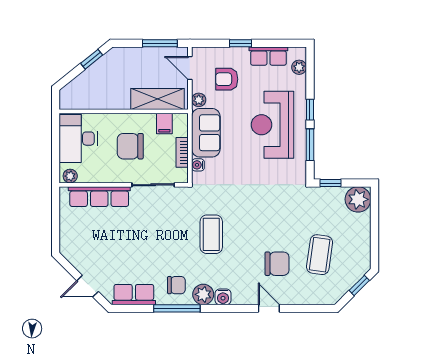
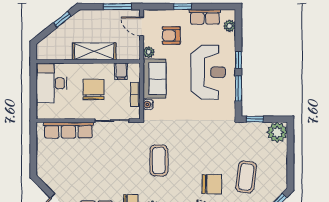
shelving: (158, 99) -> (94, 51), moved
reception desk: (272, 125) -> (208, 72), turned 180
chair: (130, 146) -> (93, 89), turned 90
plant: (70, 176) -> (45, 114), removed

